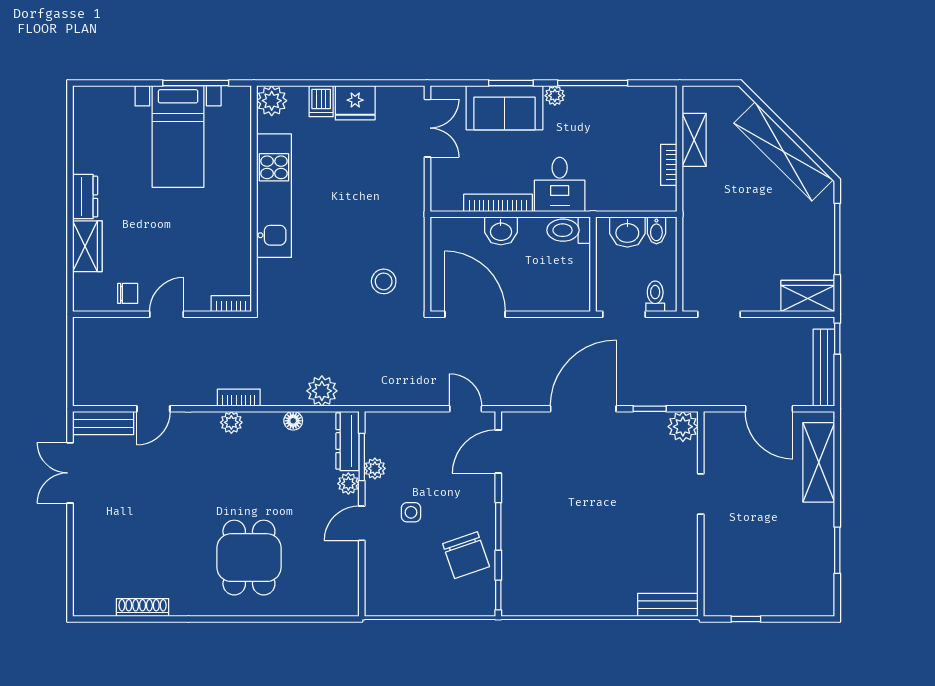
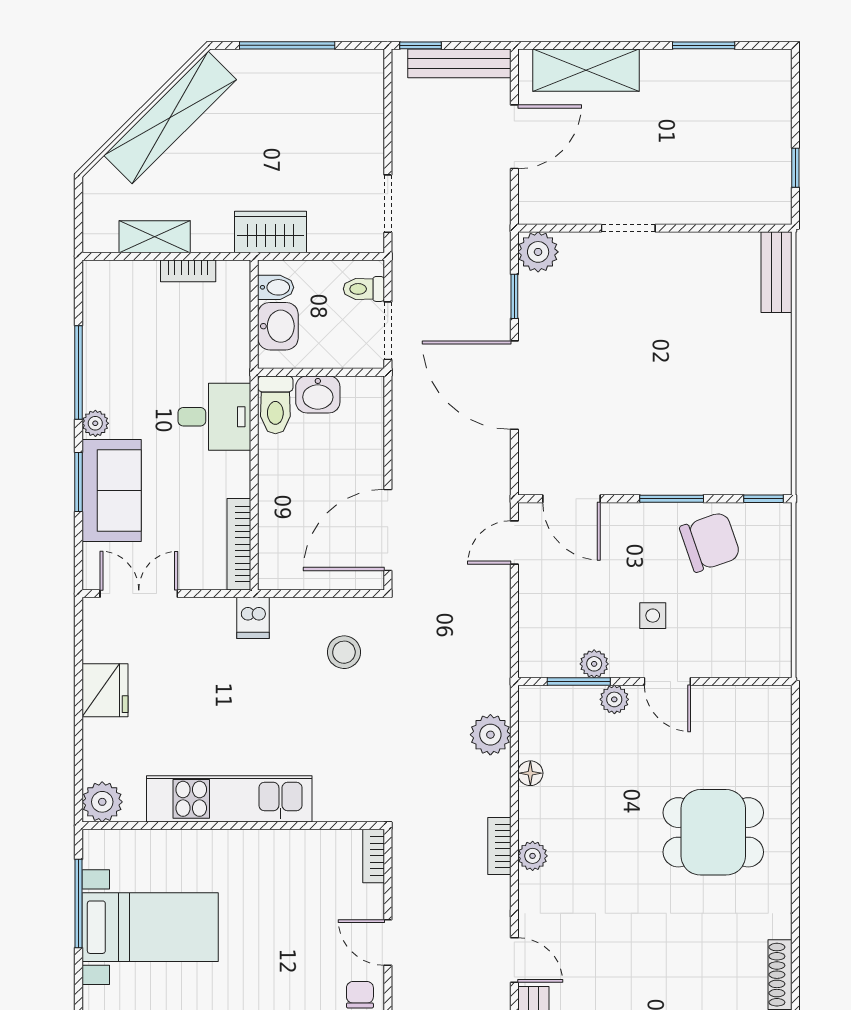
dishwasher: (321, 101) -> (253, 618), moved, turned 90
bookcase: (498, 203) -> (239, 544), moved
washbasin: (501, 231) -> (318, 394), moved, turned 90
wardrobe: (808, 296) -> (271, 232), moved, turned 90
dresser: (347, 441) -> (557, 701), removed

